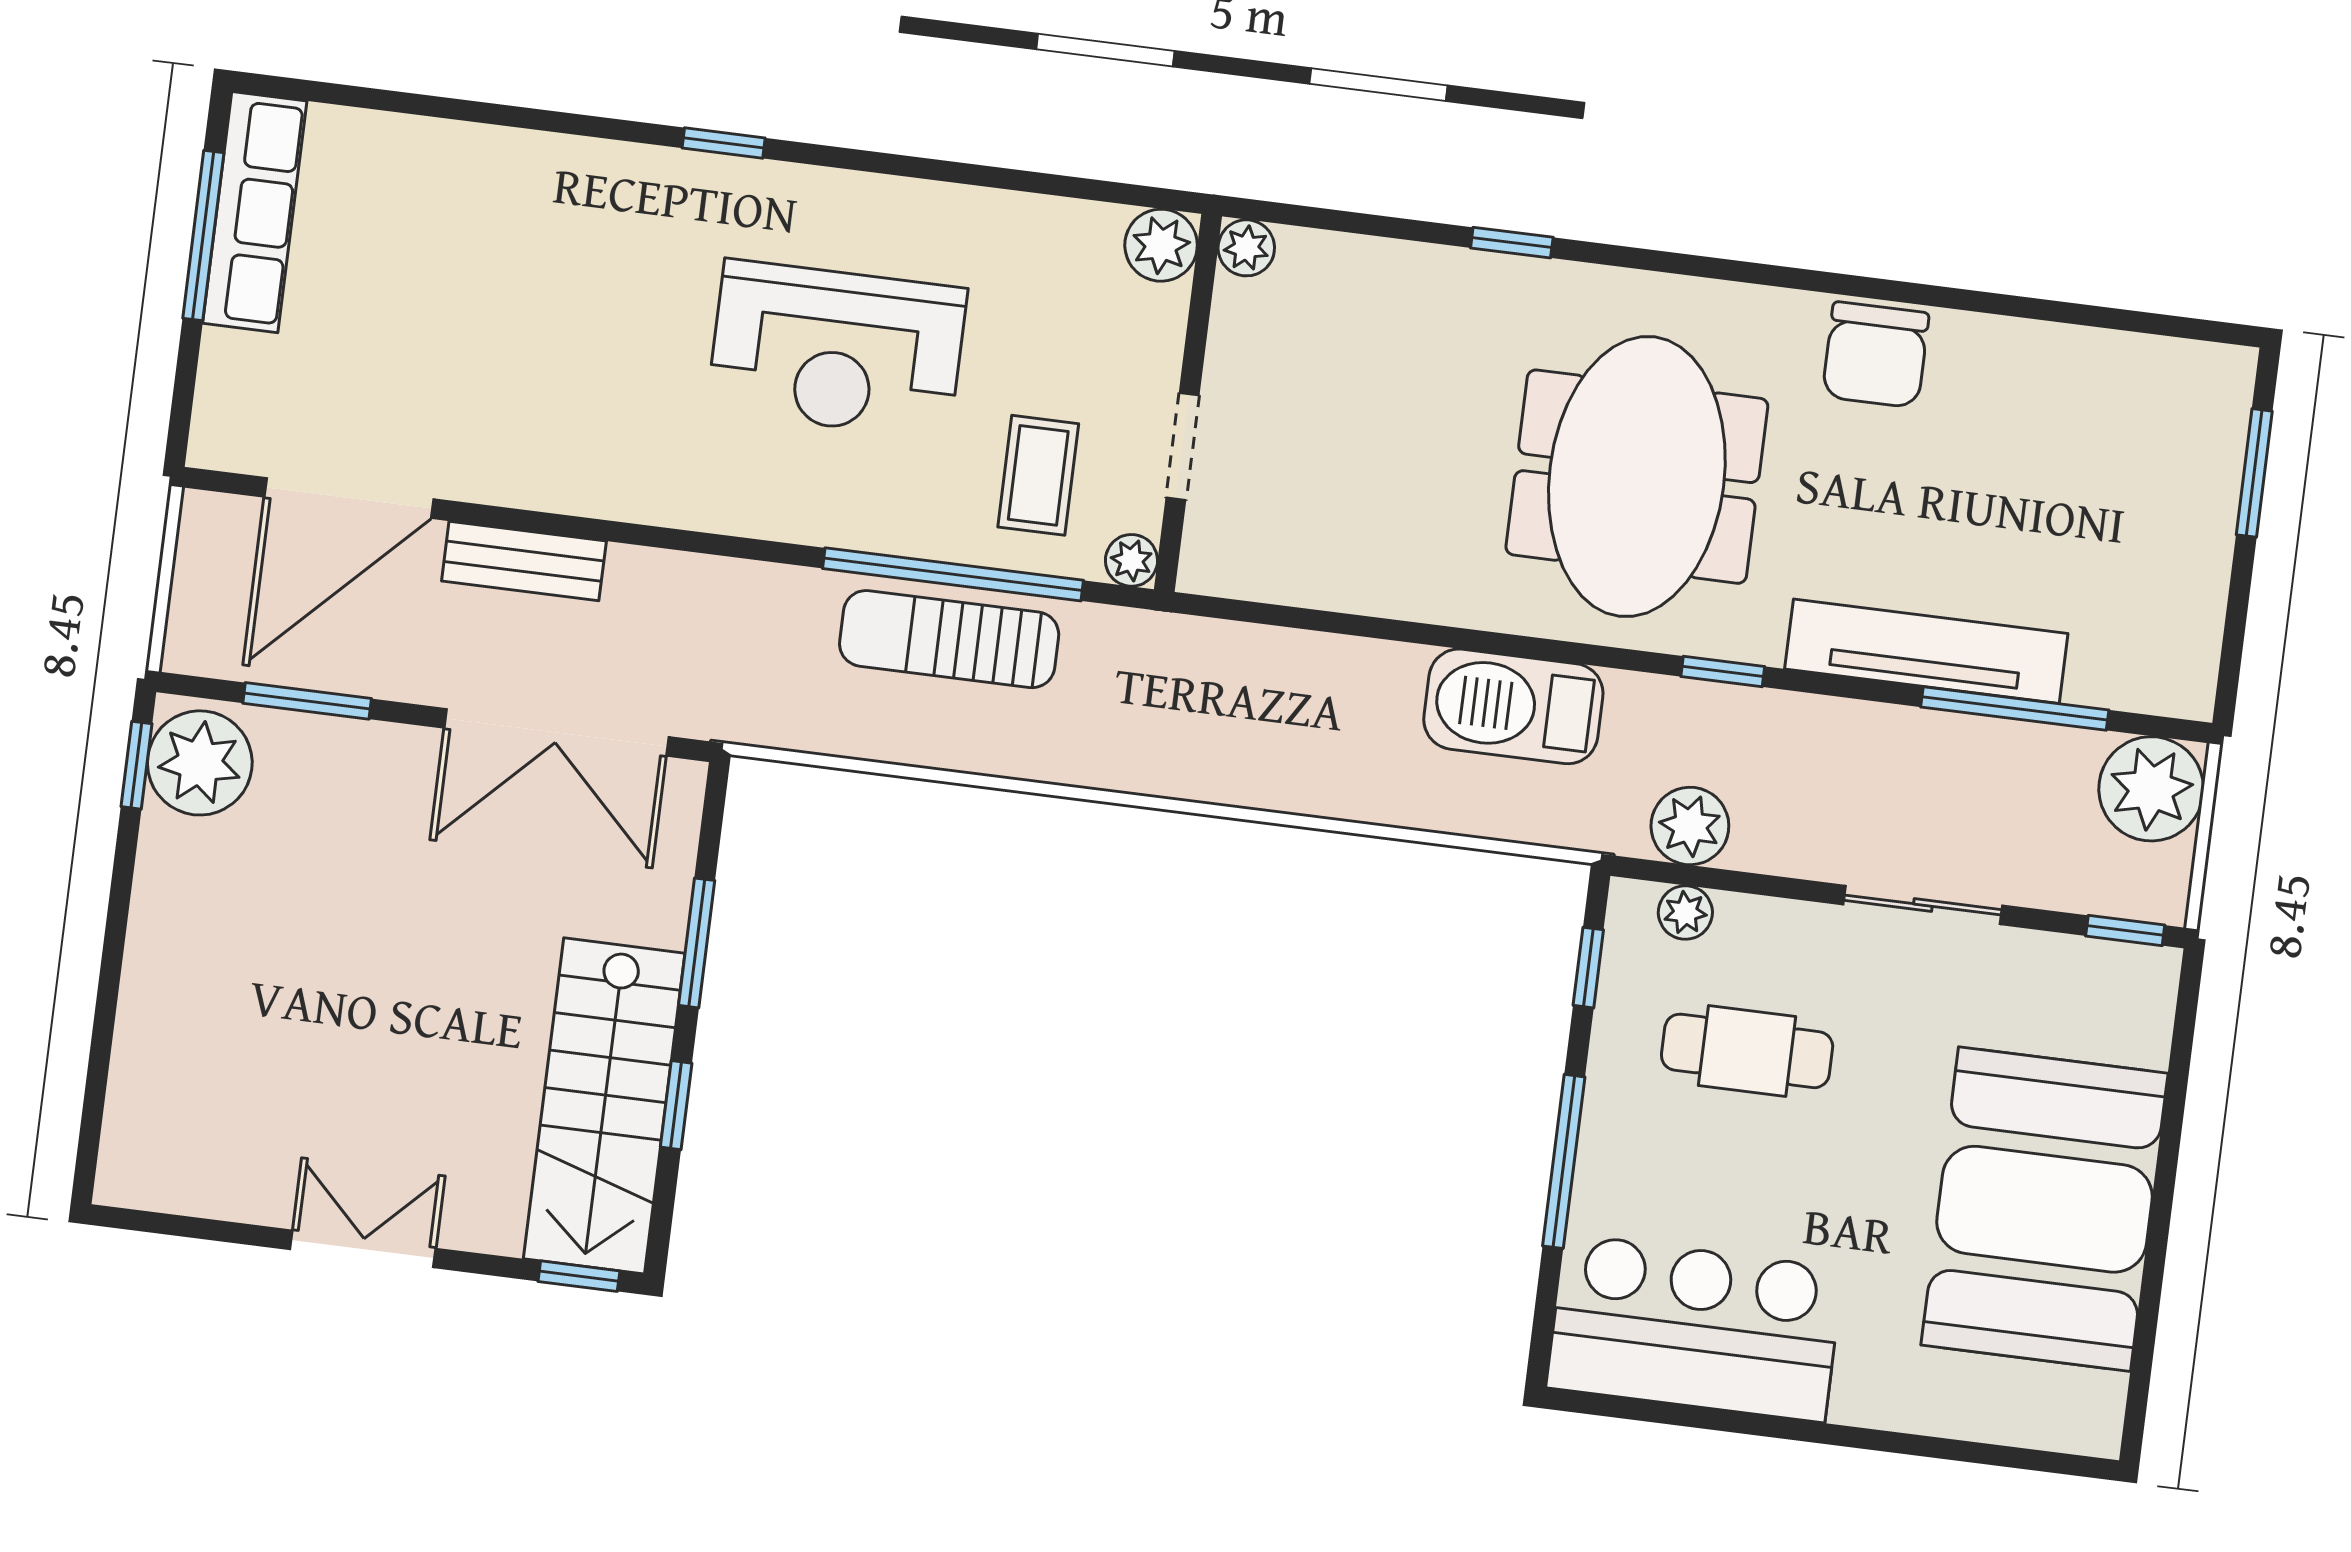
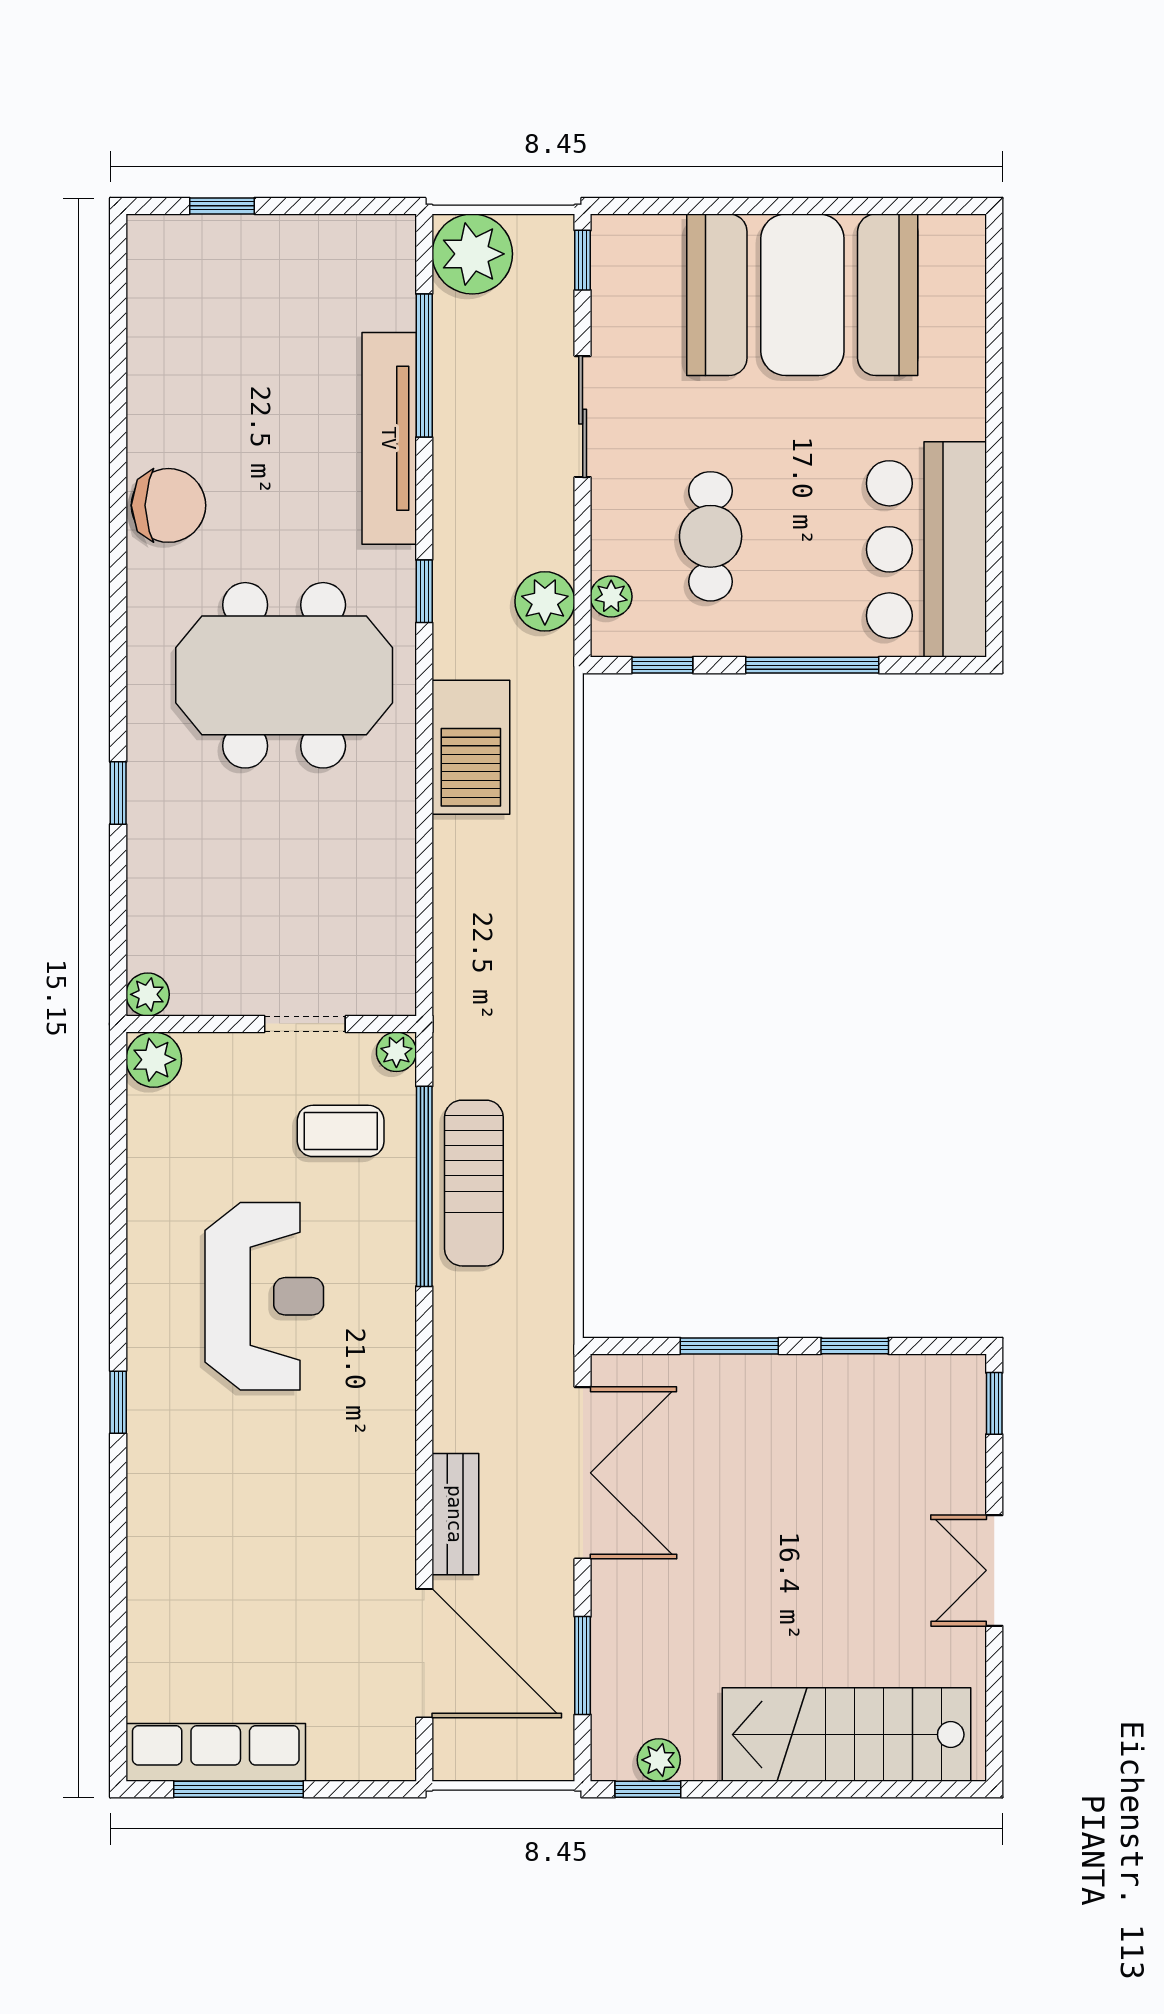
window: (2254, 473) -> (222, 206), width x0.67
plant: (200, 763) -> (659, 1760), width x0.53, depth x0.53
stairs: (604, 1106) -> (846, 1735), moved, turned 180

